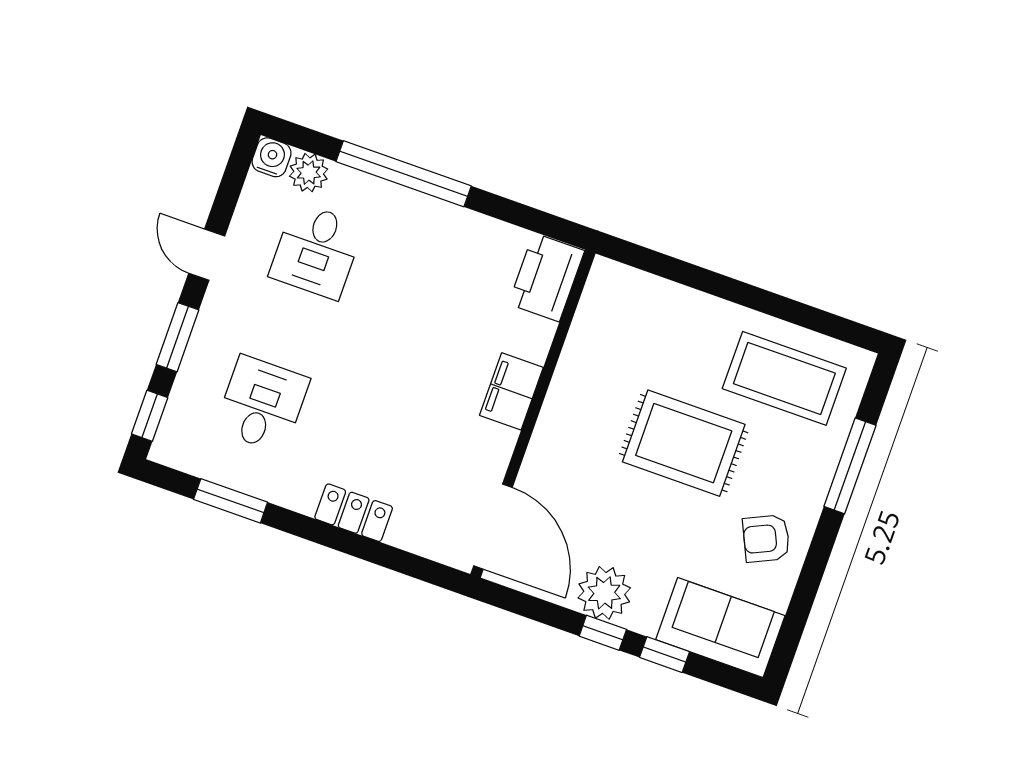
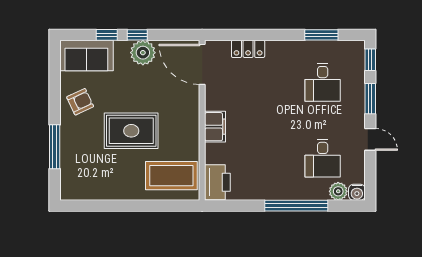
desk: (316, 251) -> (323, 158), turned 180
coffee table: (784, 378) -> (171, 176), moved
locker: (354, 513) -> (248, 49), moved

